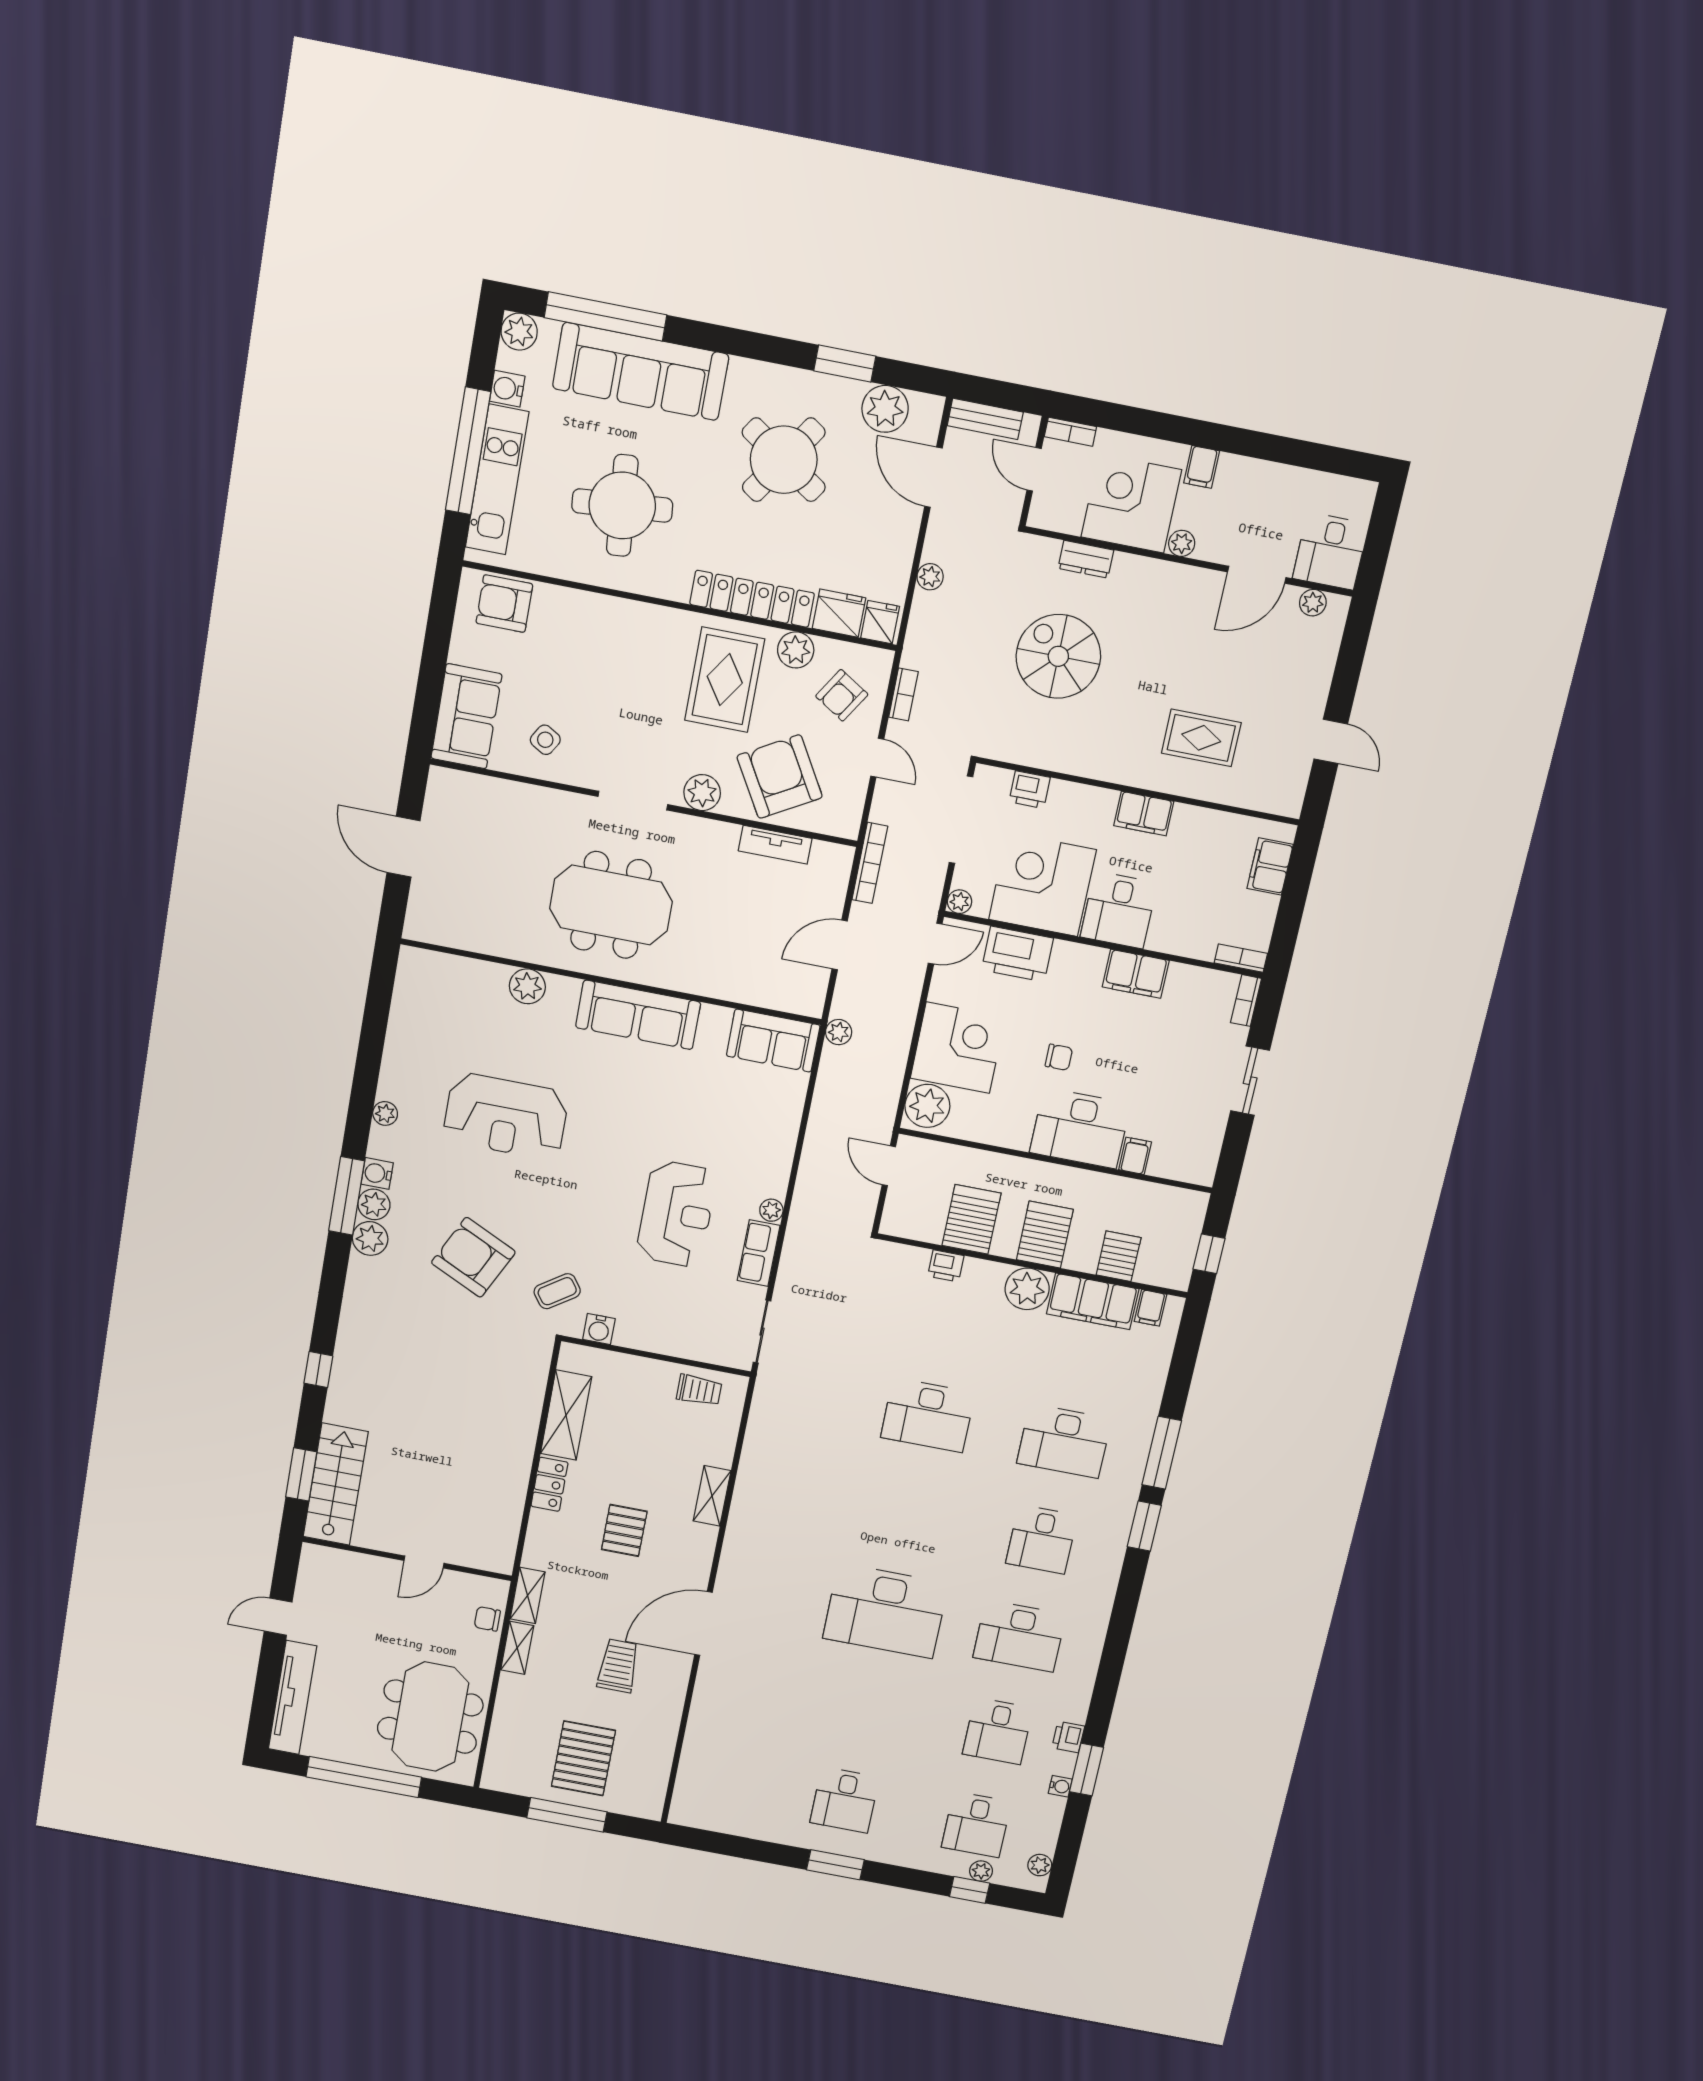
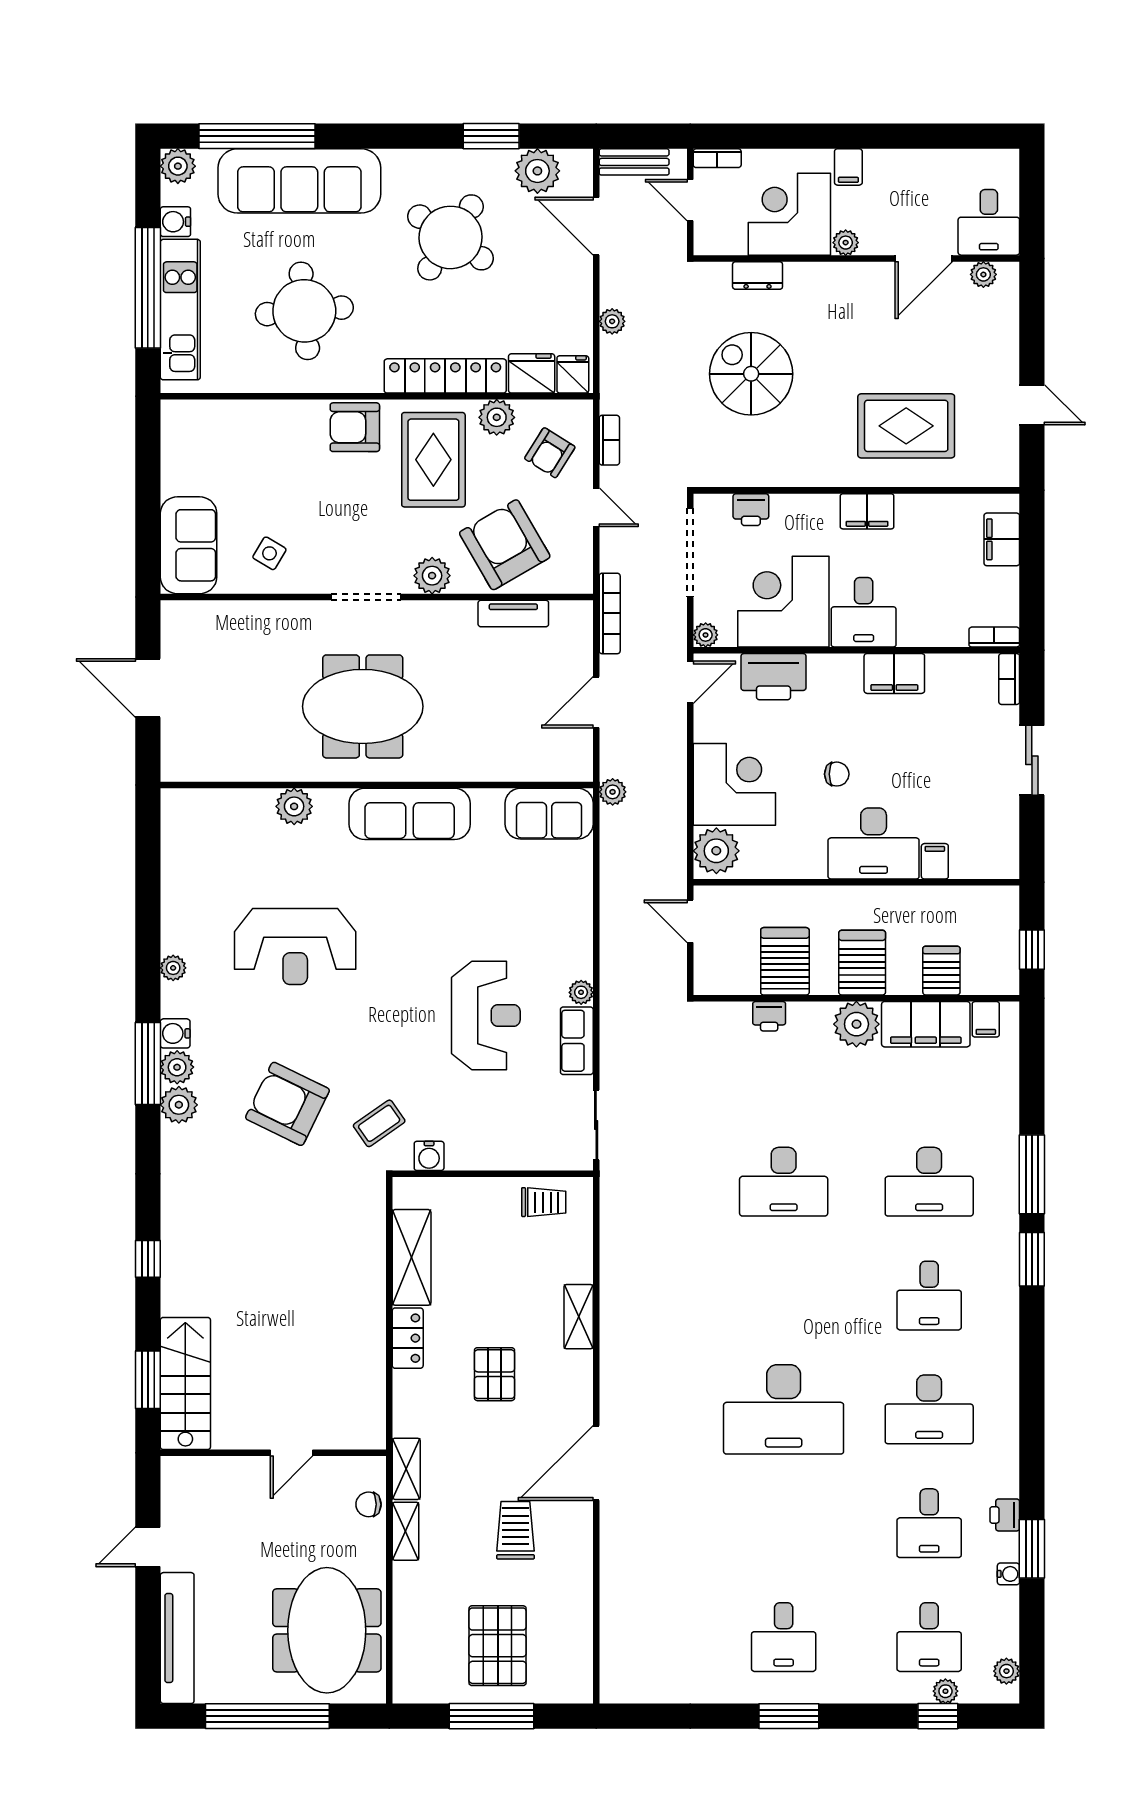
armchair: (504, 604) -> (355, 427), moved
rug: (1201, 738) -> (906, 426), width x1.36, depth x1.43

